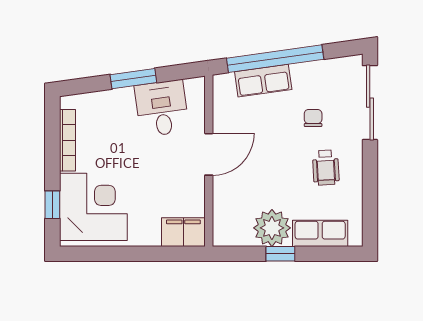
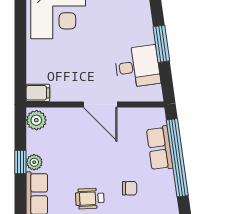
plant: (272, 228) -> (34, 162), width x0.53, depth x0.53
filing cabinet: (183, 232) -> (38, 93), width x0.50
plant: (228, 234) -> (36, 120), added

